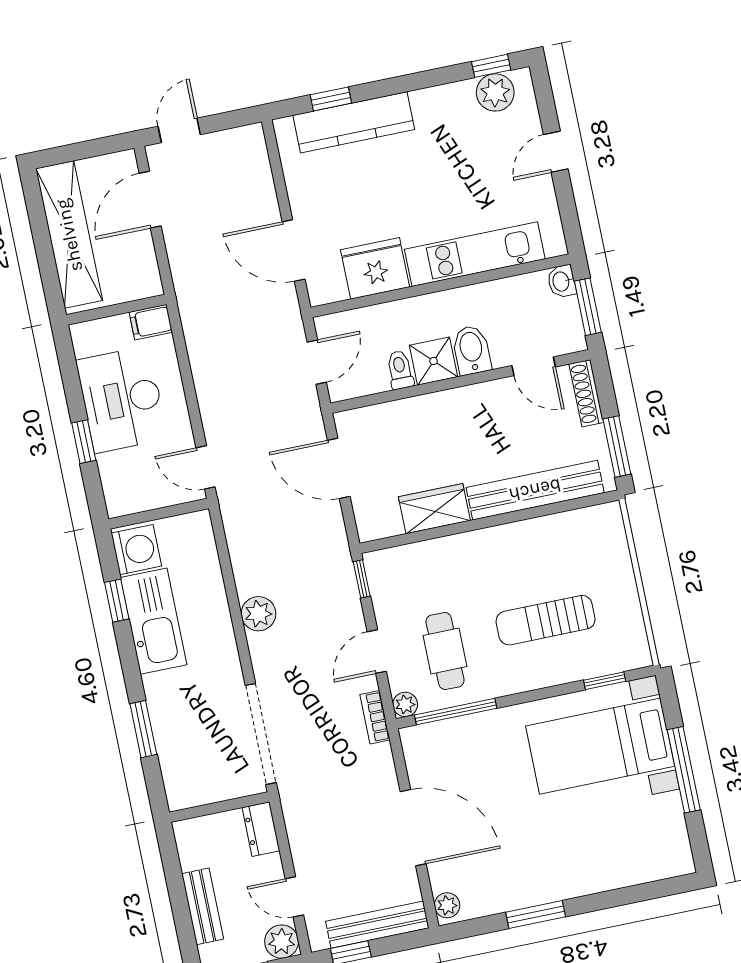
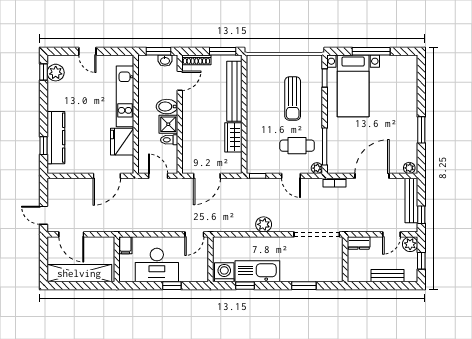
washbasin: (562, 281) -> (165, 61), moved
bookcase: (375, 717) -> (335, 183), moved

